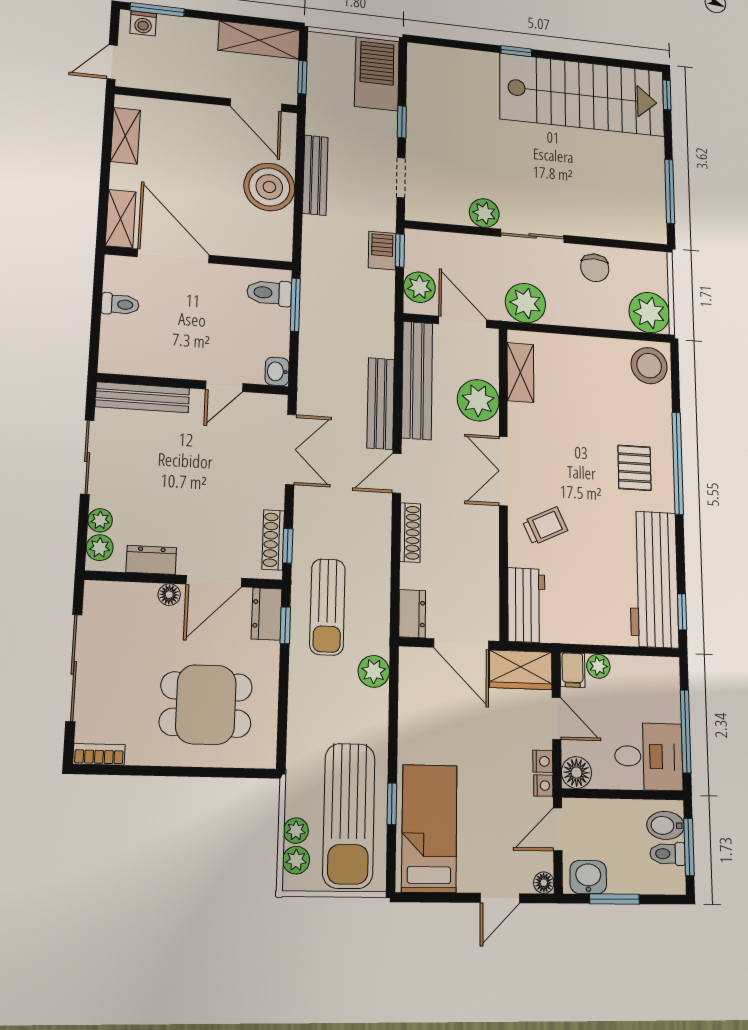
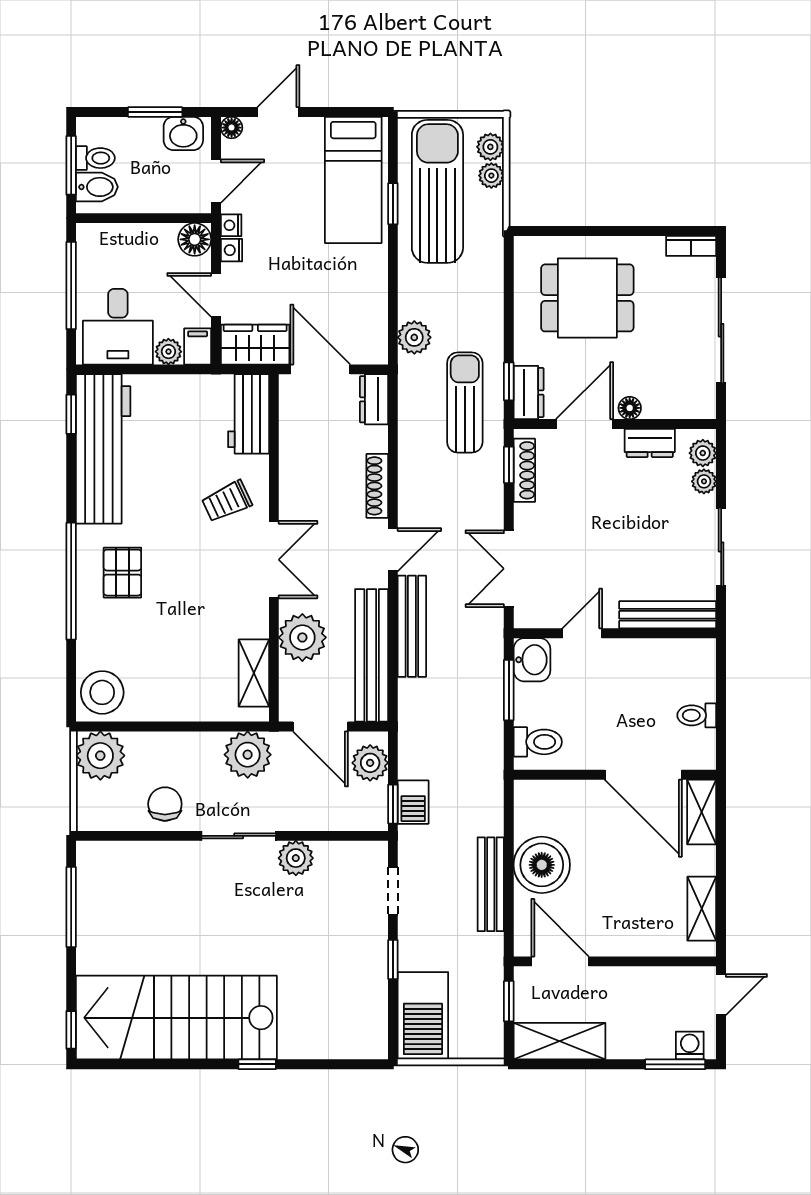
window: (295, 305) -> (509, 690), moved
washbasin: (277, 371) -> (532, 660), width x1.38, depth x1.45
desk: (649, 756) -> (118, 327), moved, turned -90

